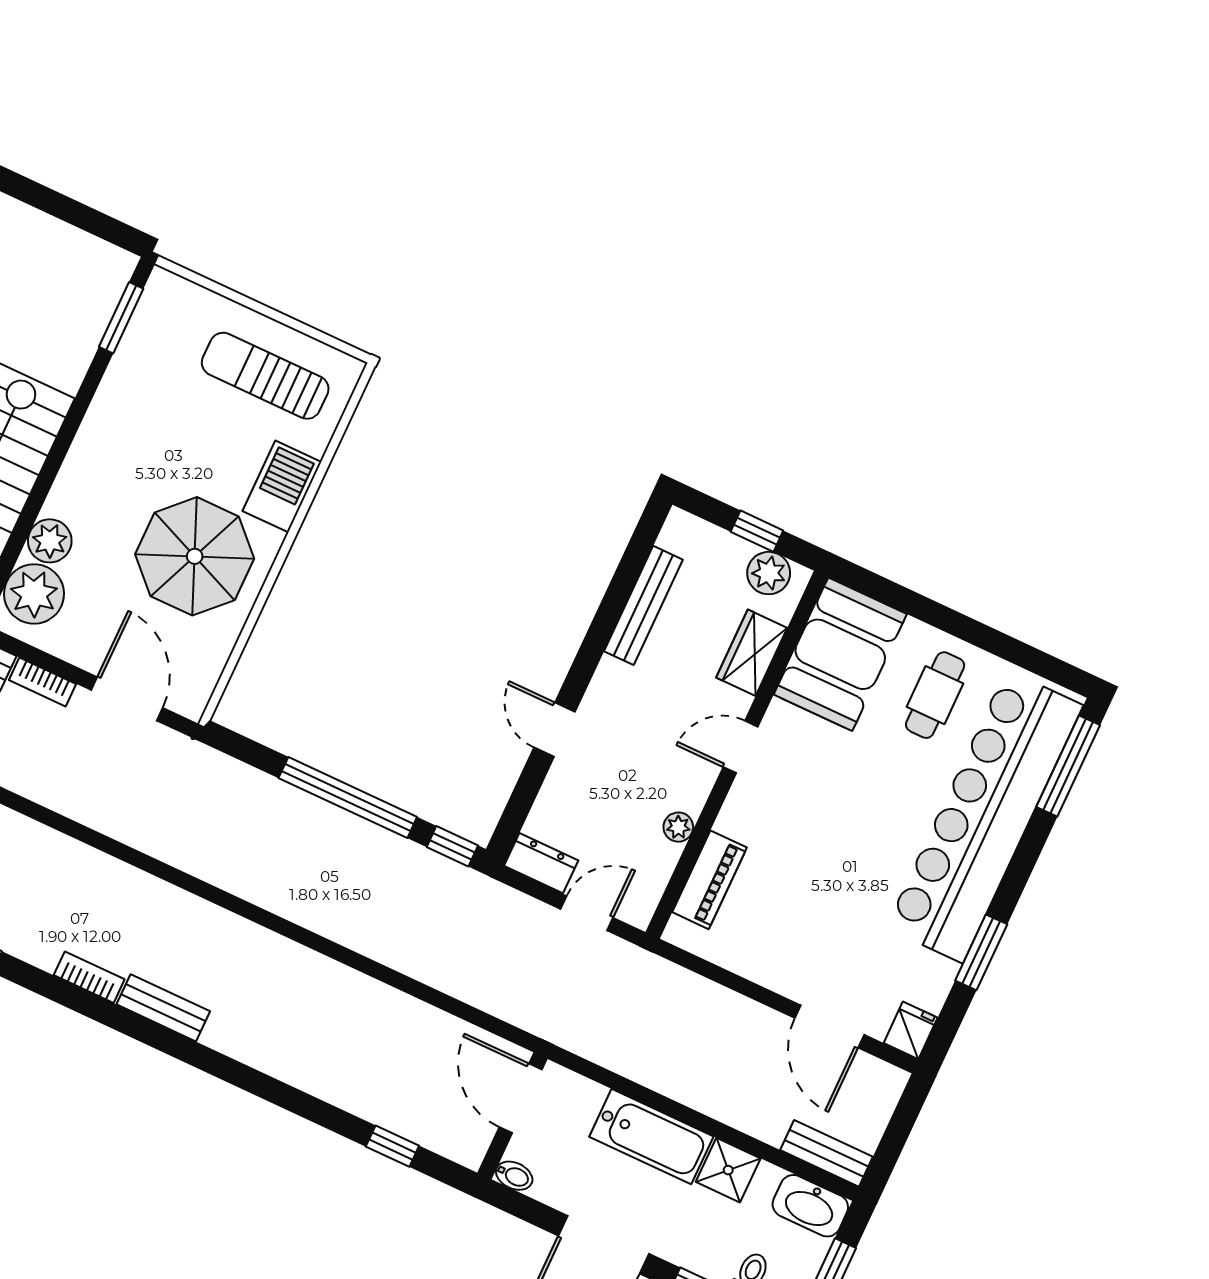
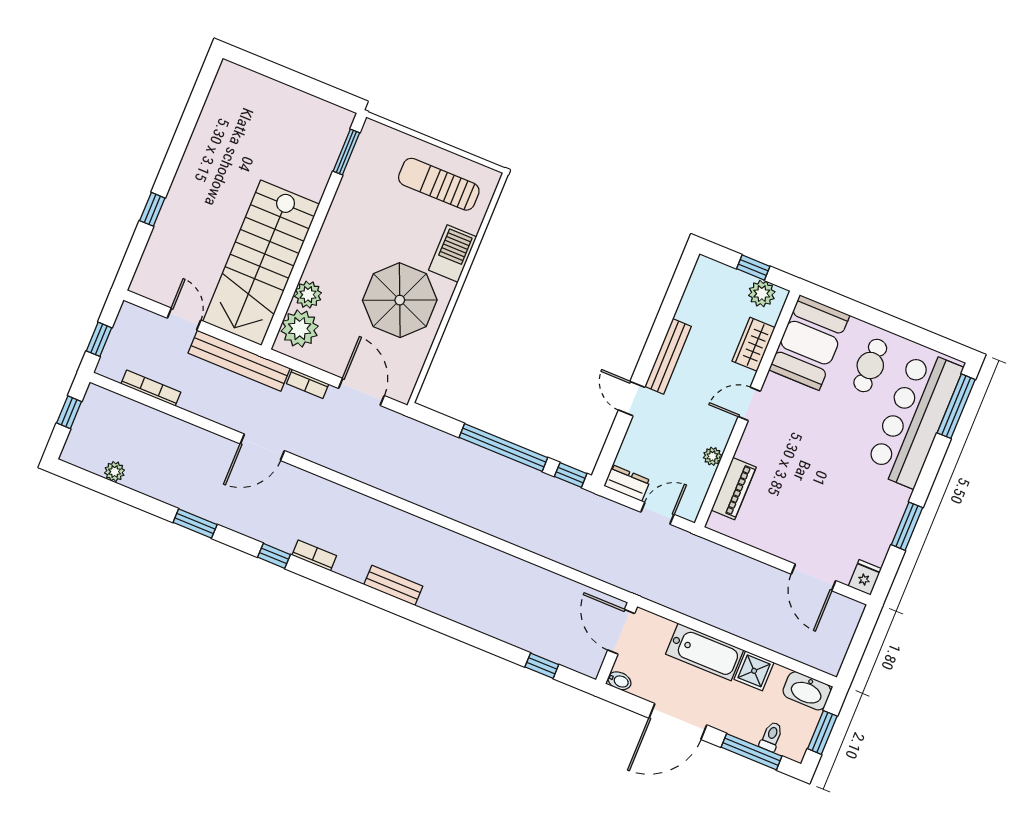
bench: (643, 605) -> (668, 356), moved
bar counter: (985, 816) -> (914, 418), width x0.73
bookcase: (89, 977) -> (314, 555), moved
bench: (827, 1153) -> (816, 657), removed

